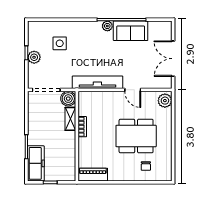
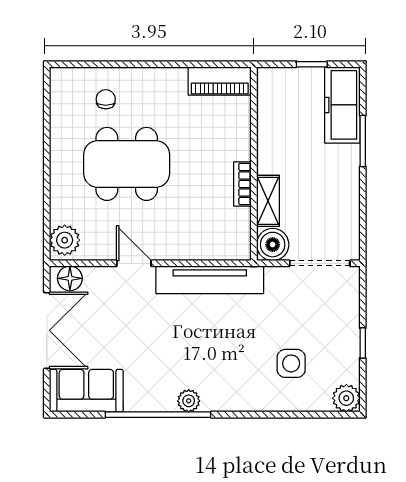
sofa: (131, 31) -> (86, 391), moved
plant: (34, 57) -> (346, 398), moved
floor lamp: (162, 83) -> (70, 278), added

